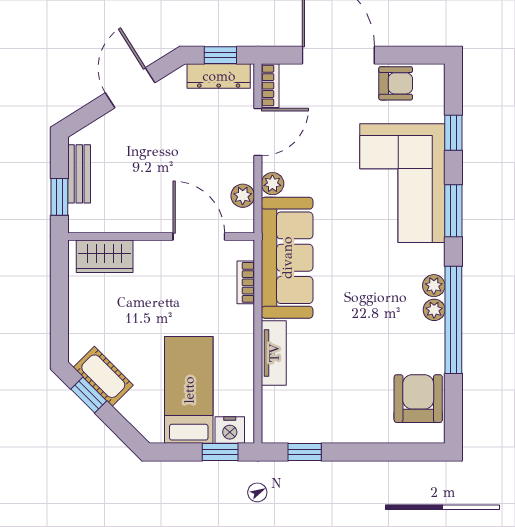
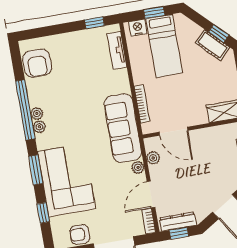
bookcase: (246, 282) -> (142, 104), width x1.56
tv unit: (274, 353) -> (117, 50), moved
window: (220, 452) -> (154, 12), moved

